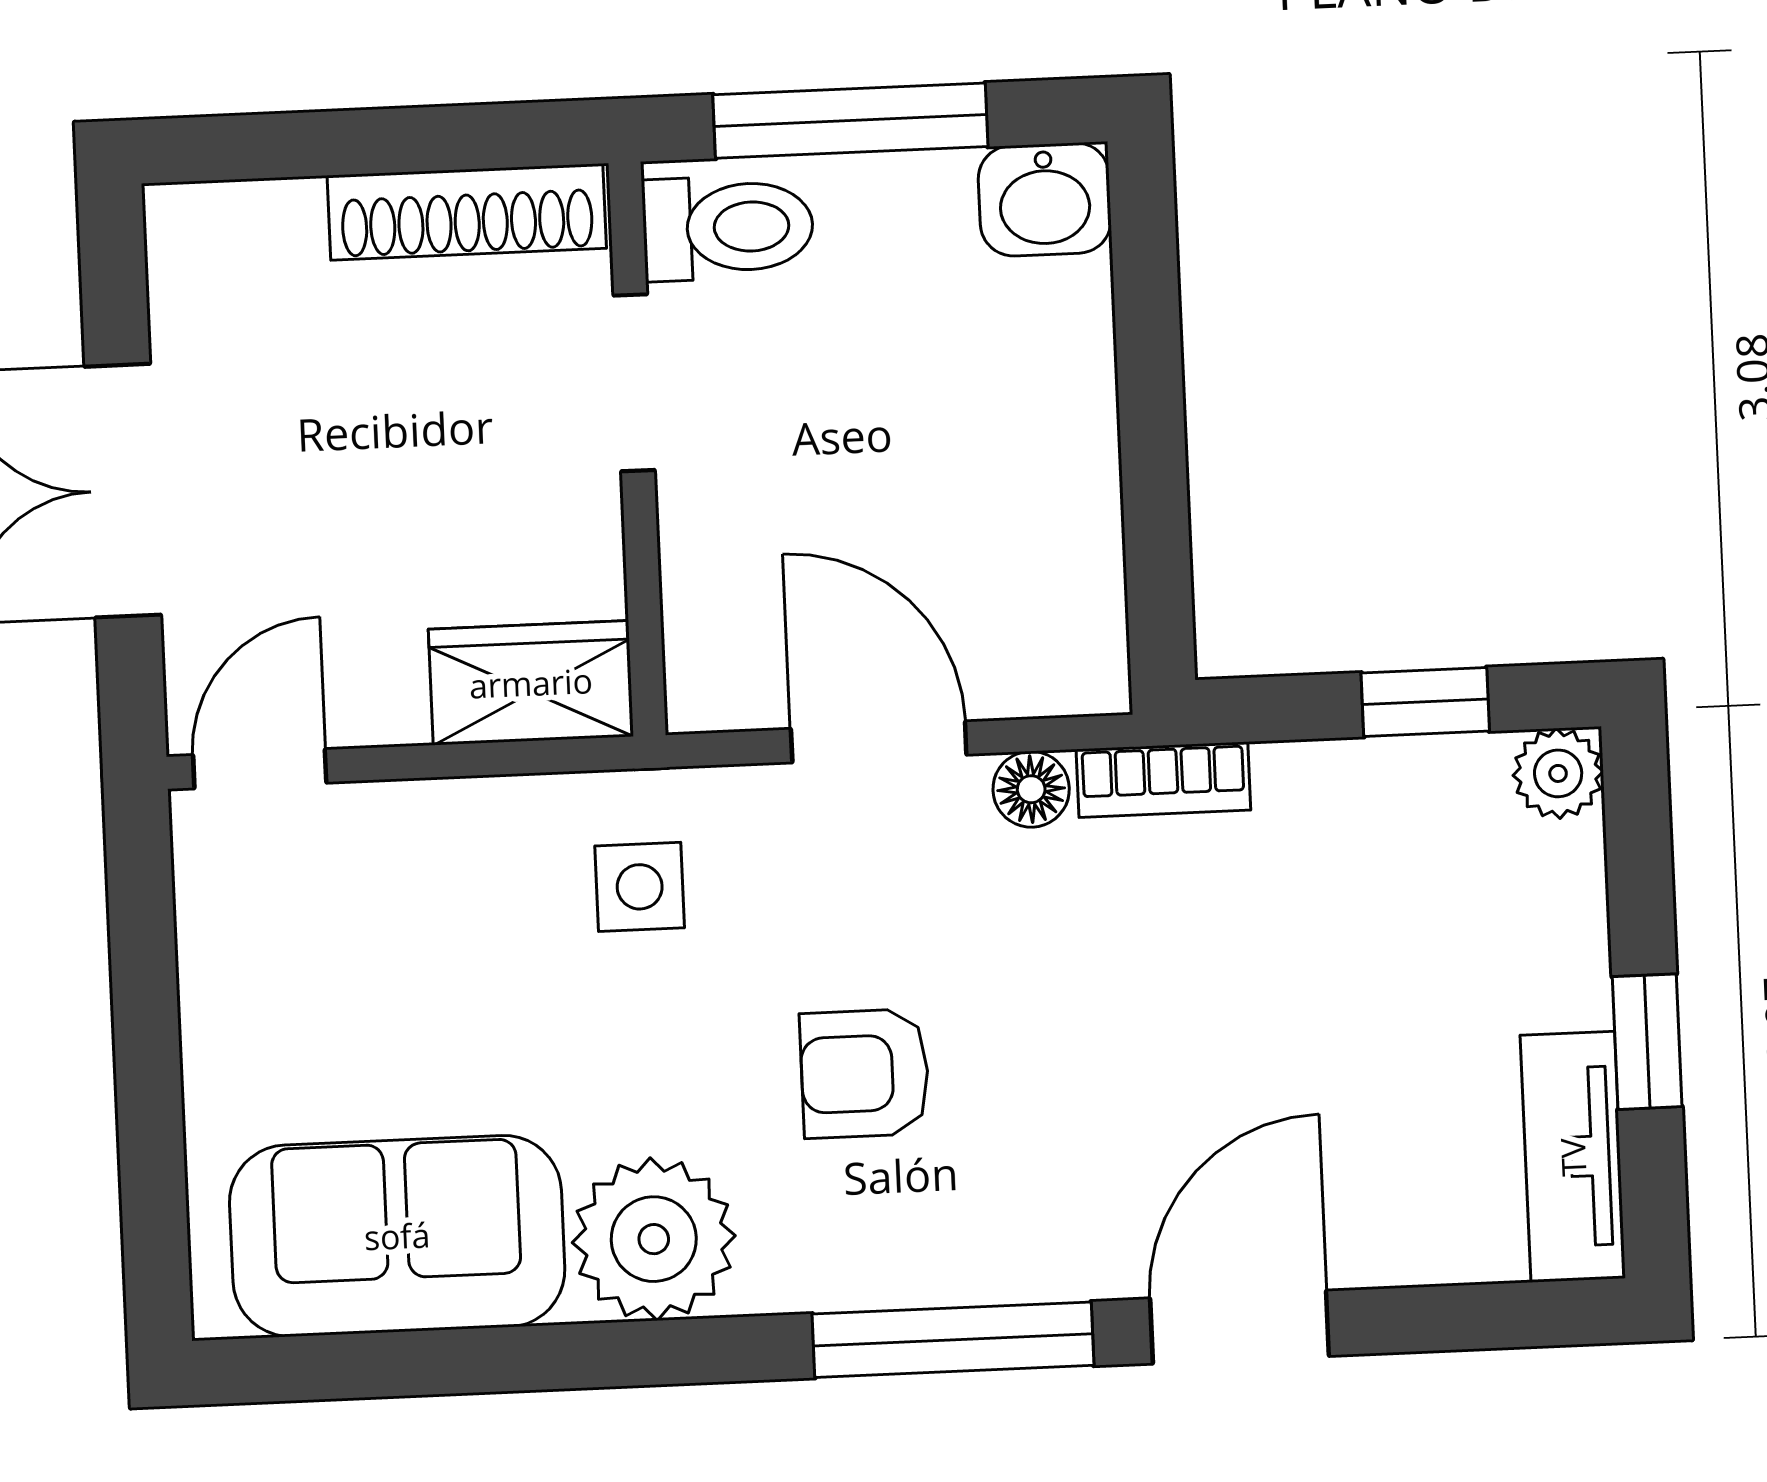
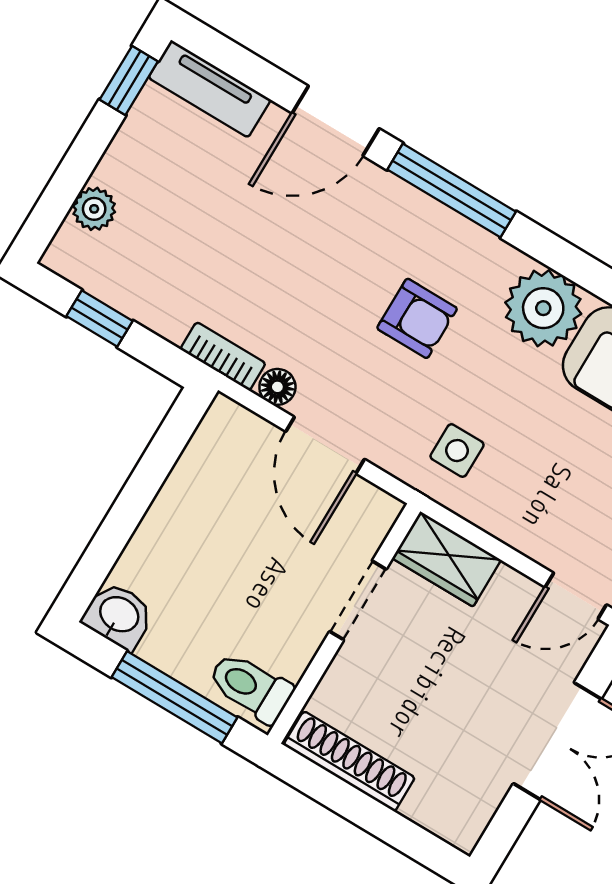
doorway: (634, 383) -> (358, 600), moved
plant: (1558, 773) -> (94, 209), moved
window: (1647, 1042) -> (129, 80), moved
tv unit: (1573, 1157) -> (210, 89), moved, turned 90

